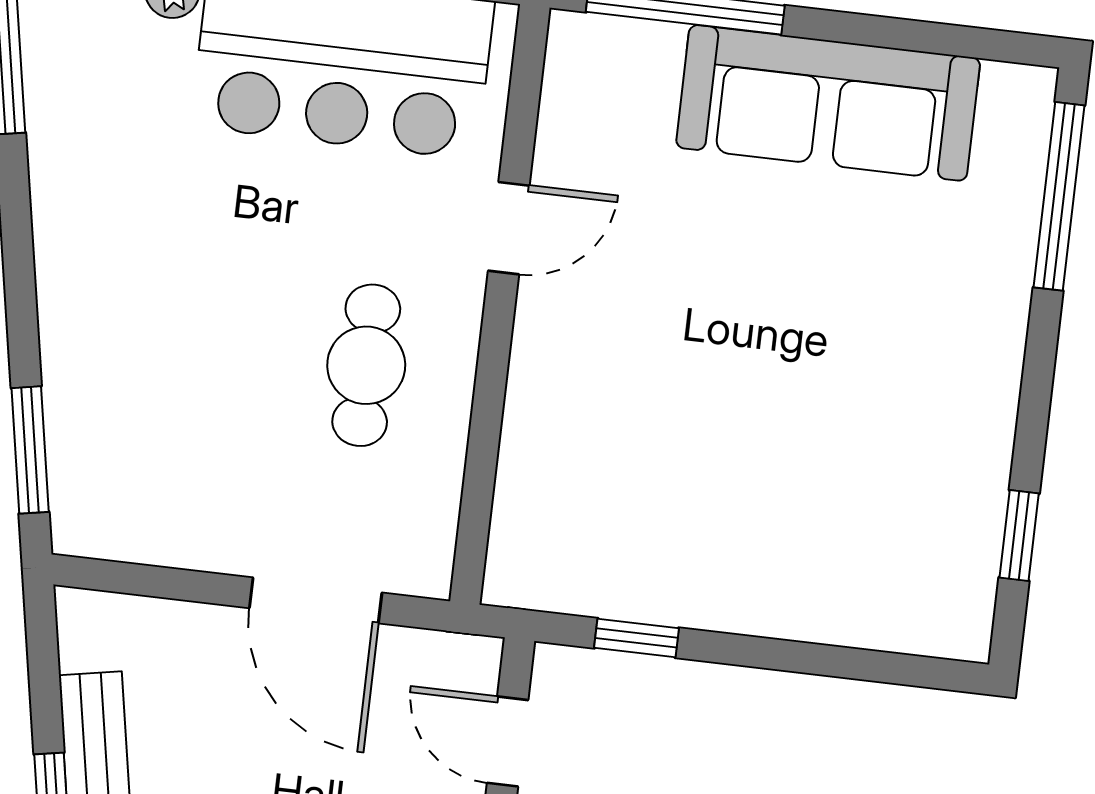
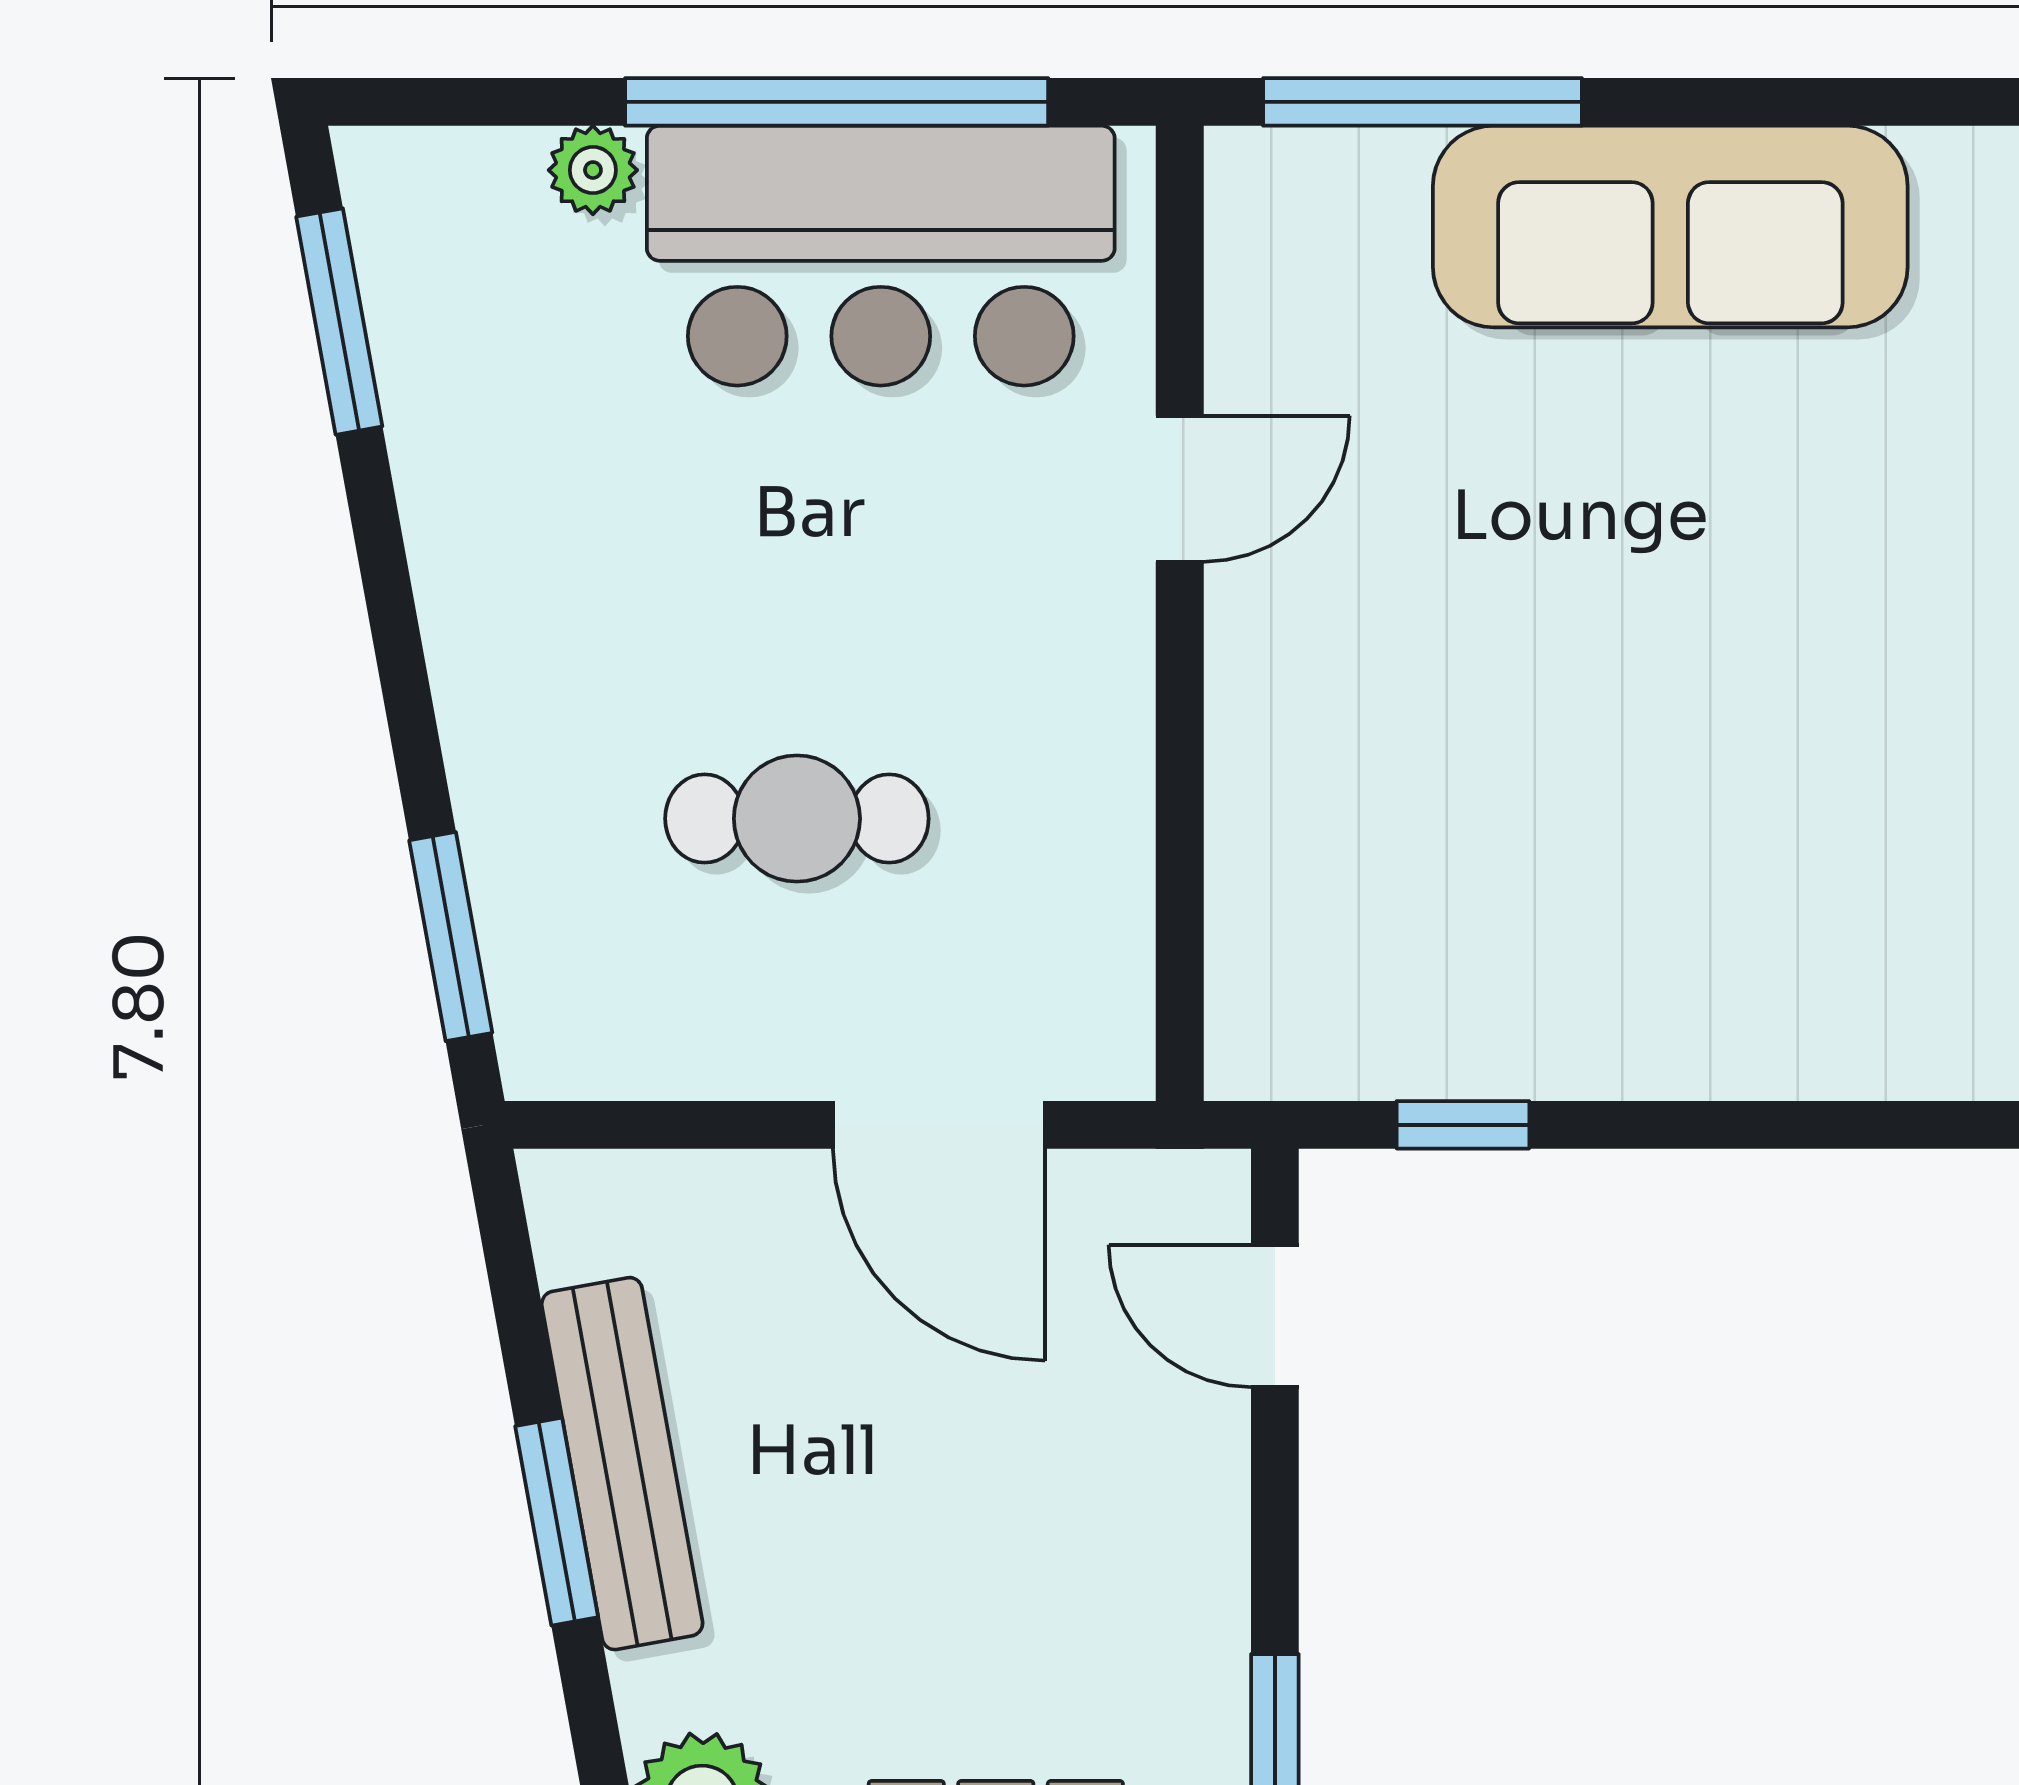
cafe table: (366, 365) -> (797, 819), moved, turned 90

